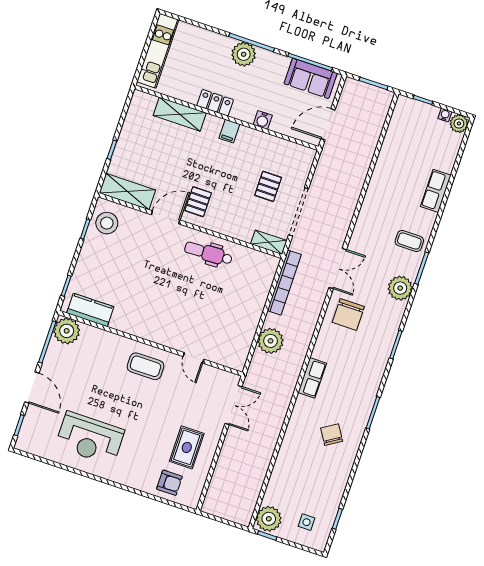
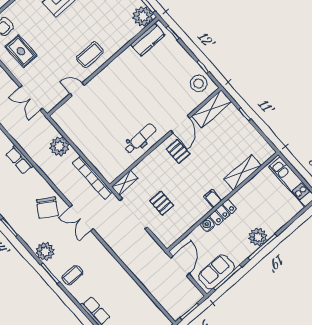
locker: (215, 103) -> (223, 212), moved
chair: (348, 314) -> (47, 208), turned -147

